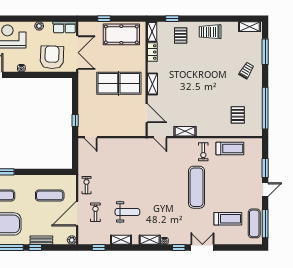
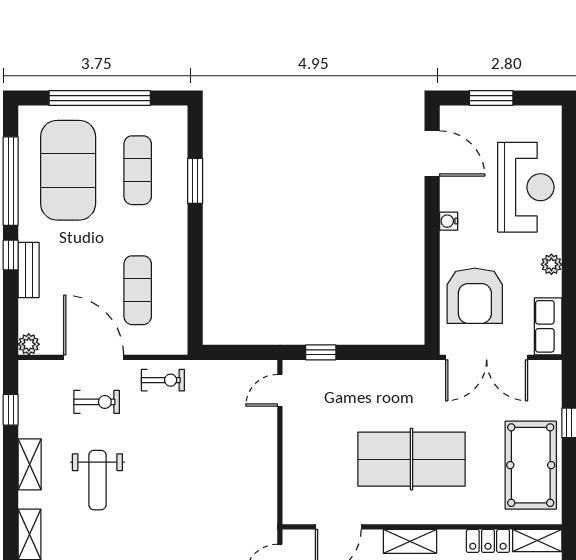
armchair: (52, 57) -> (475, 296), turned 88
table tennis table: (119, 83) -> (412, 459), turned 90

